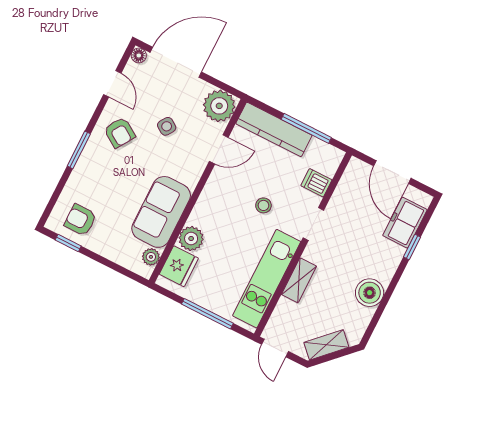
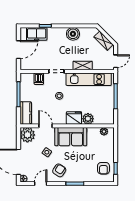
kitchen counter: (274, 129) -> (26, 113), width x0.67
sofa: (161, 212) -> (71, 137), moved
fridge: (179, 266) -> (74, 118), moved

